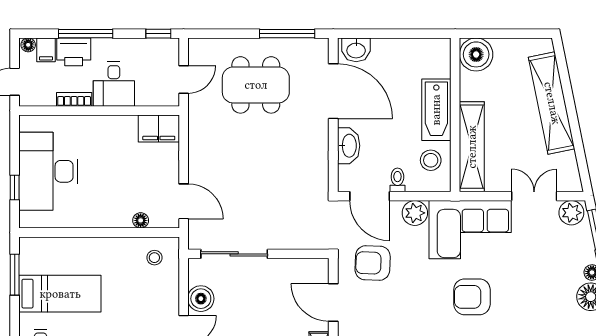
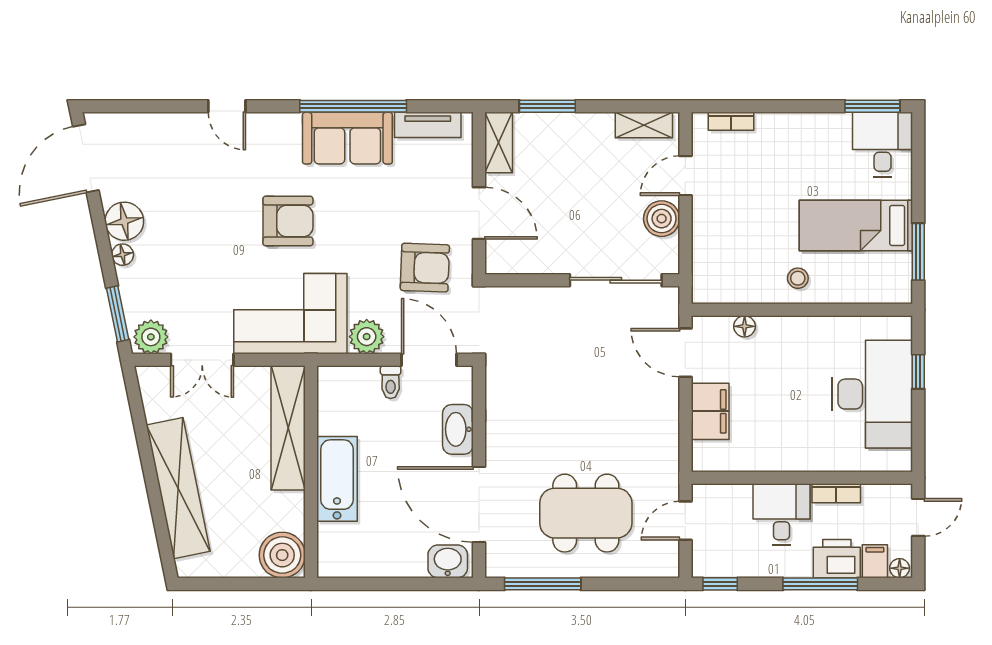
filing cabinet: (159, 128) -> (710, 411), moved, turned 90
stool: (431, 160) -> (345, 409), removed
stool: (154, 258) -> (798, 278), moved

